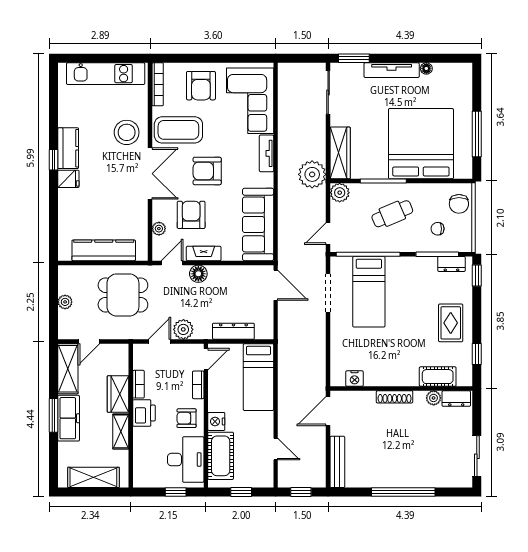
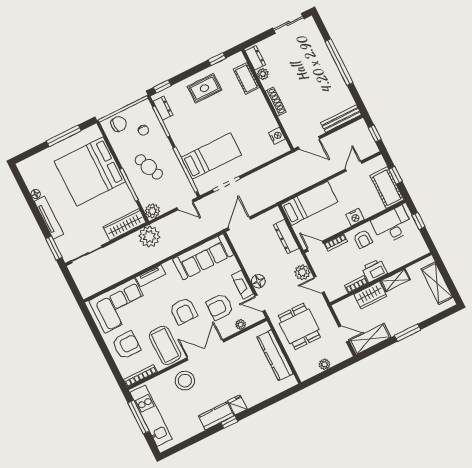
window: (111, 58) -> (138, 417), added
freezer: (69, 418) -> (404, 321), removed
cot: (221, 456) -> (387, 188), moved, turned 90

